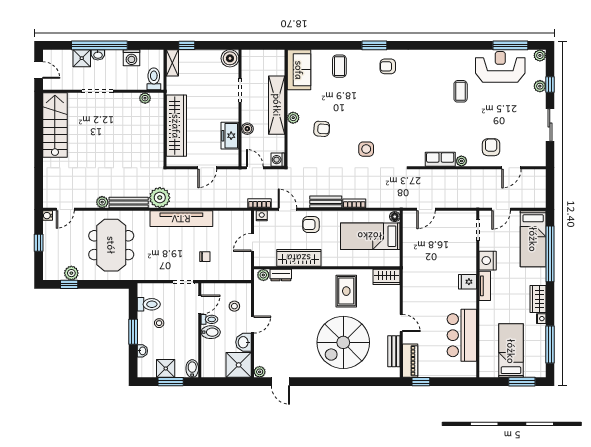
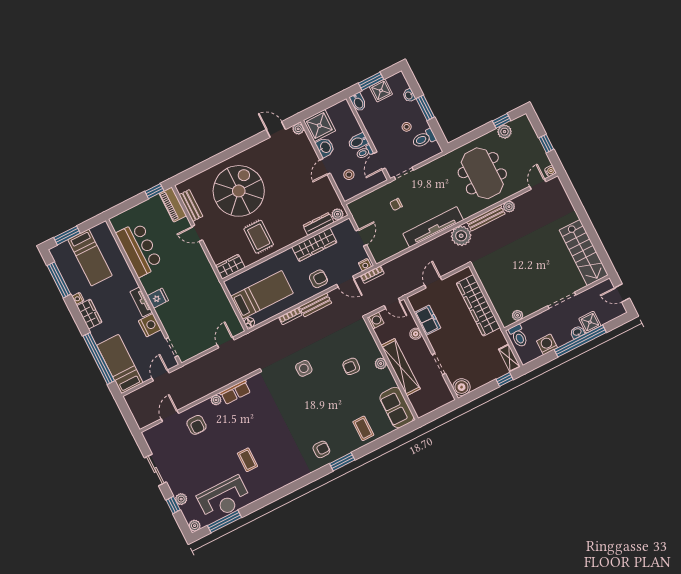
dresser: (281, 275) -> (318, 224), width x1.44

